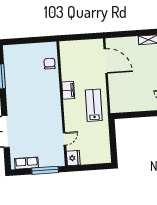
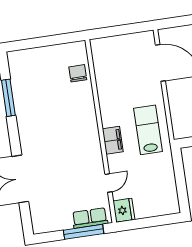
filing cabinet: (68, 90) -> (113, 140), moved
row of seats: (27, 163) -> (90, 218), moved

